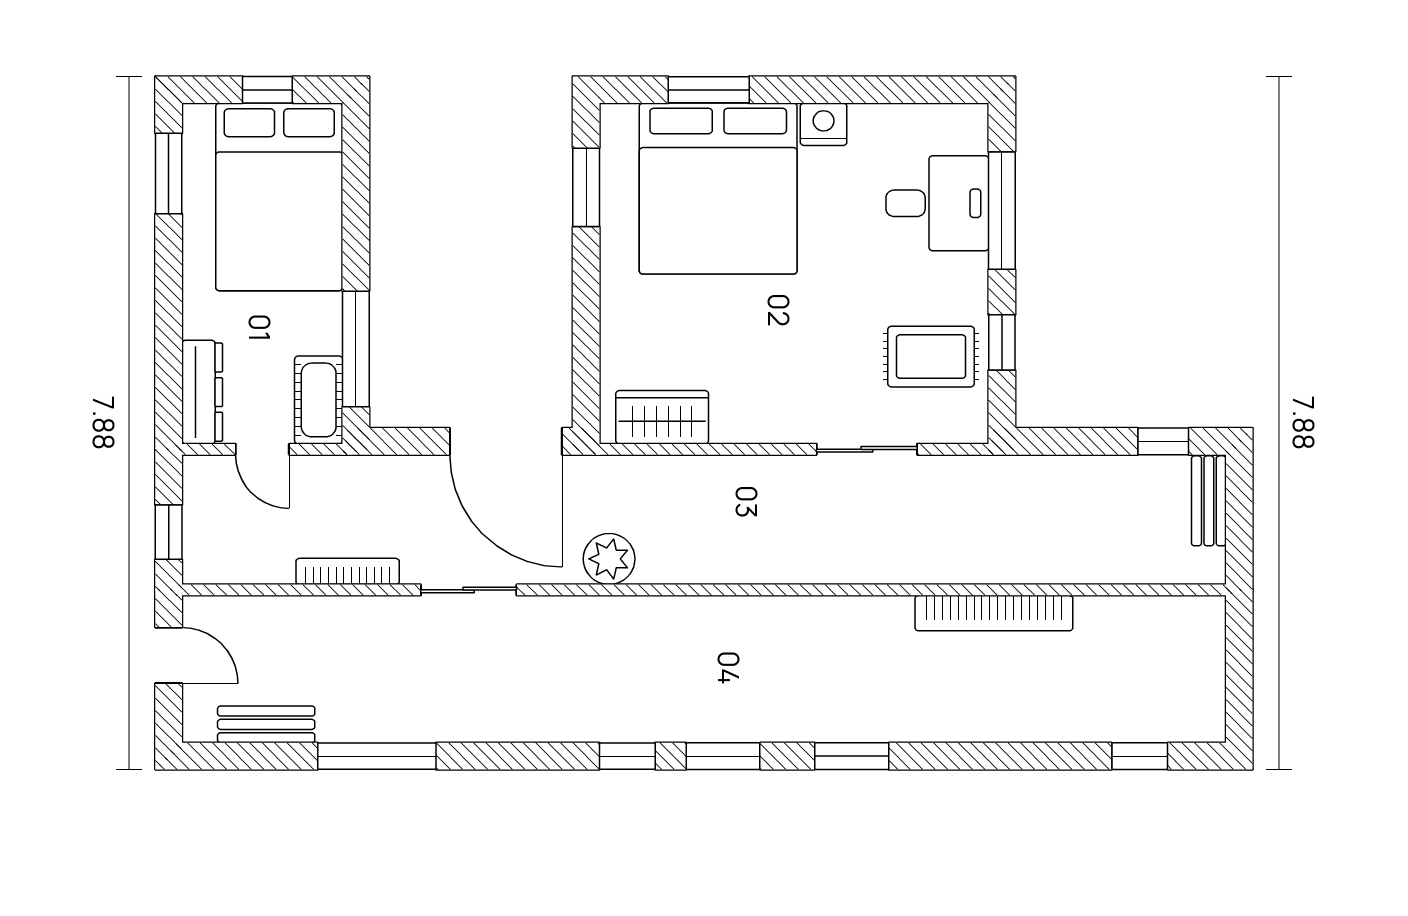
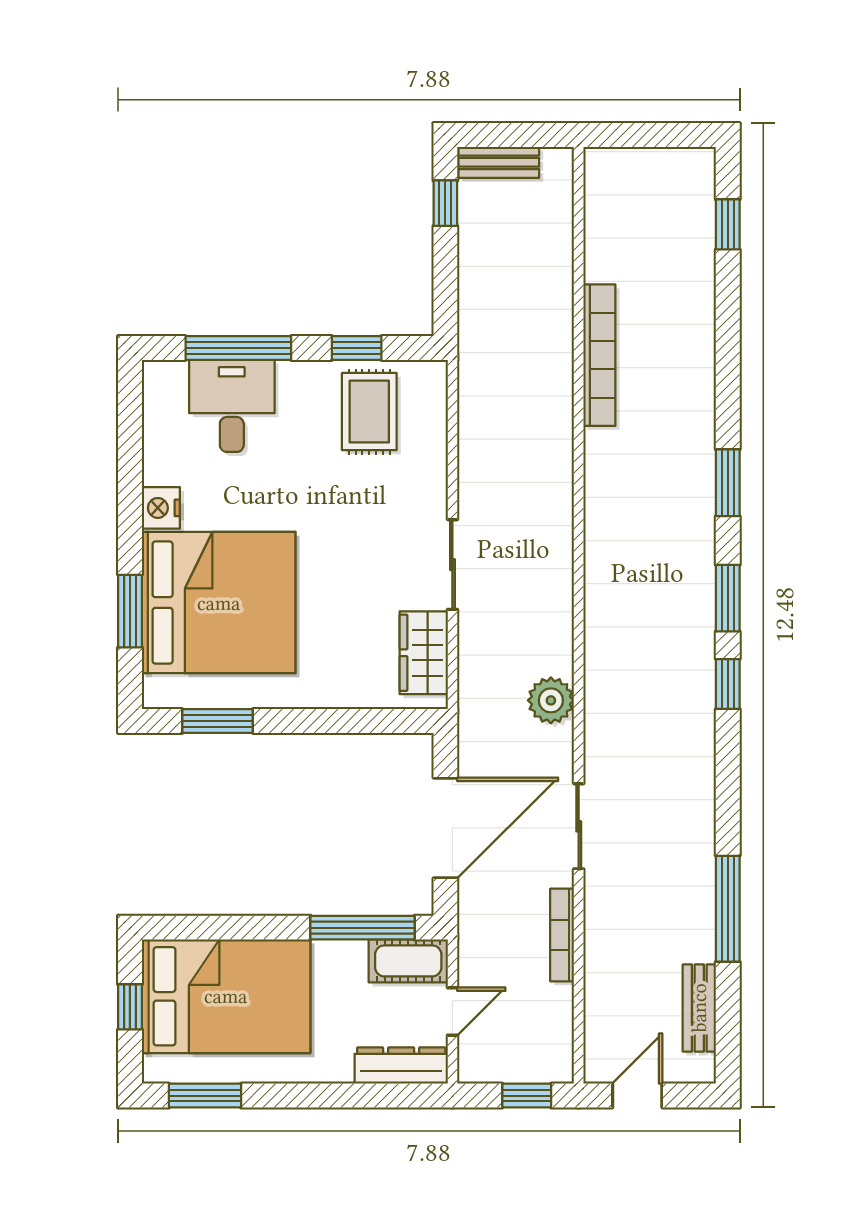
door: (506, 441) -> (445, 828), moved
sliding door: (867, 449) -> (452, 565), moved

